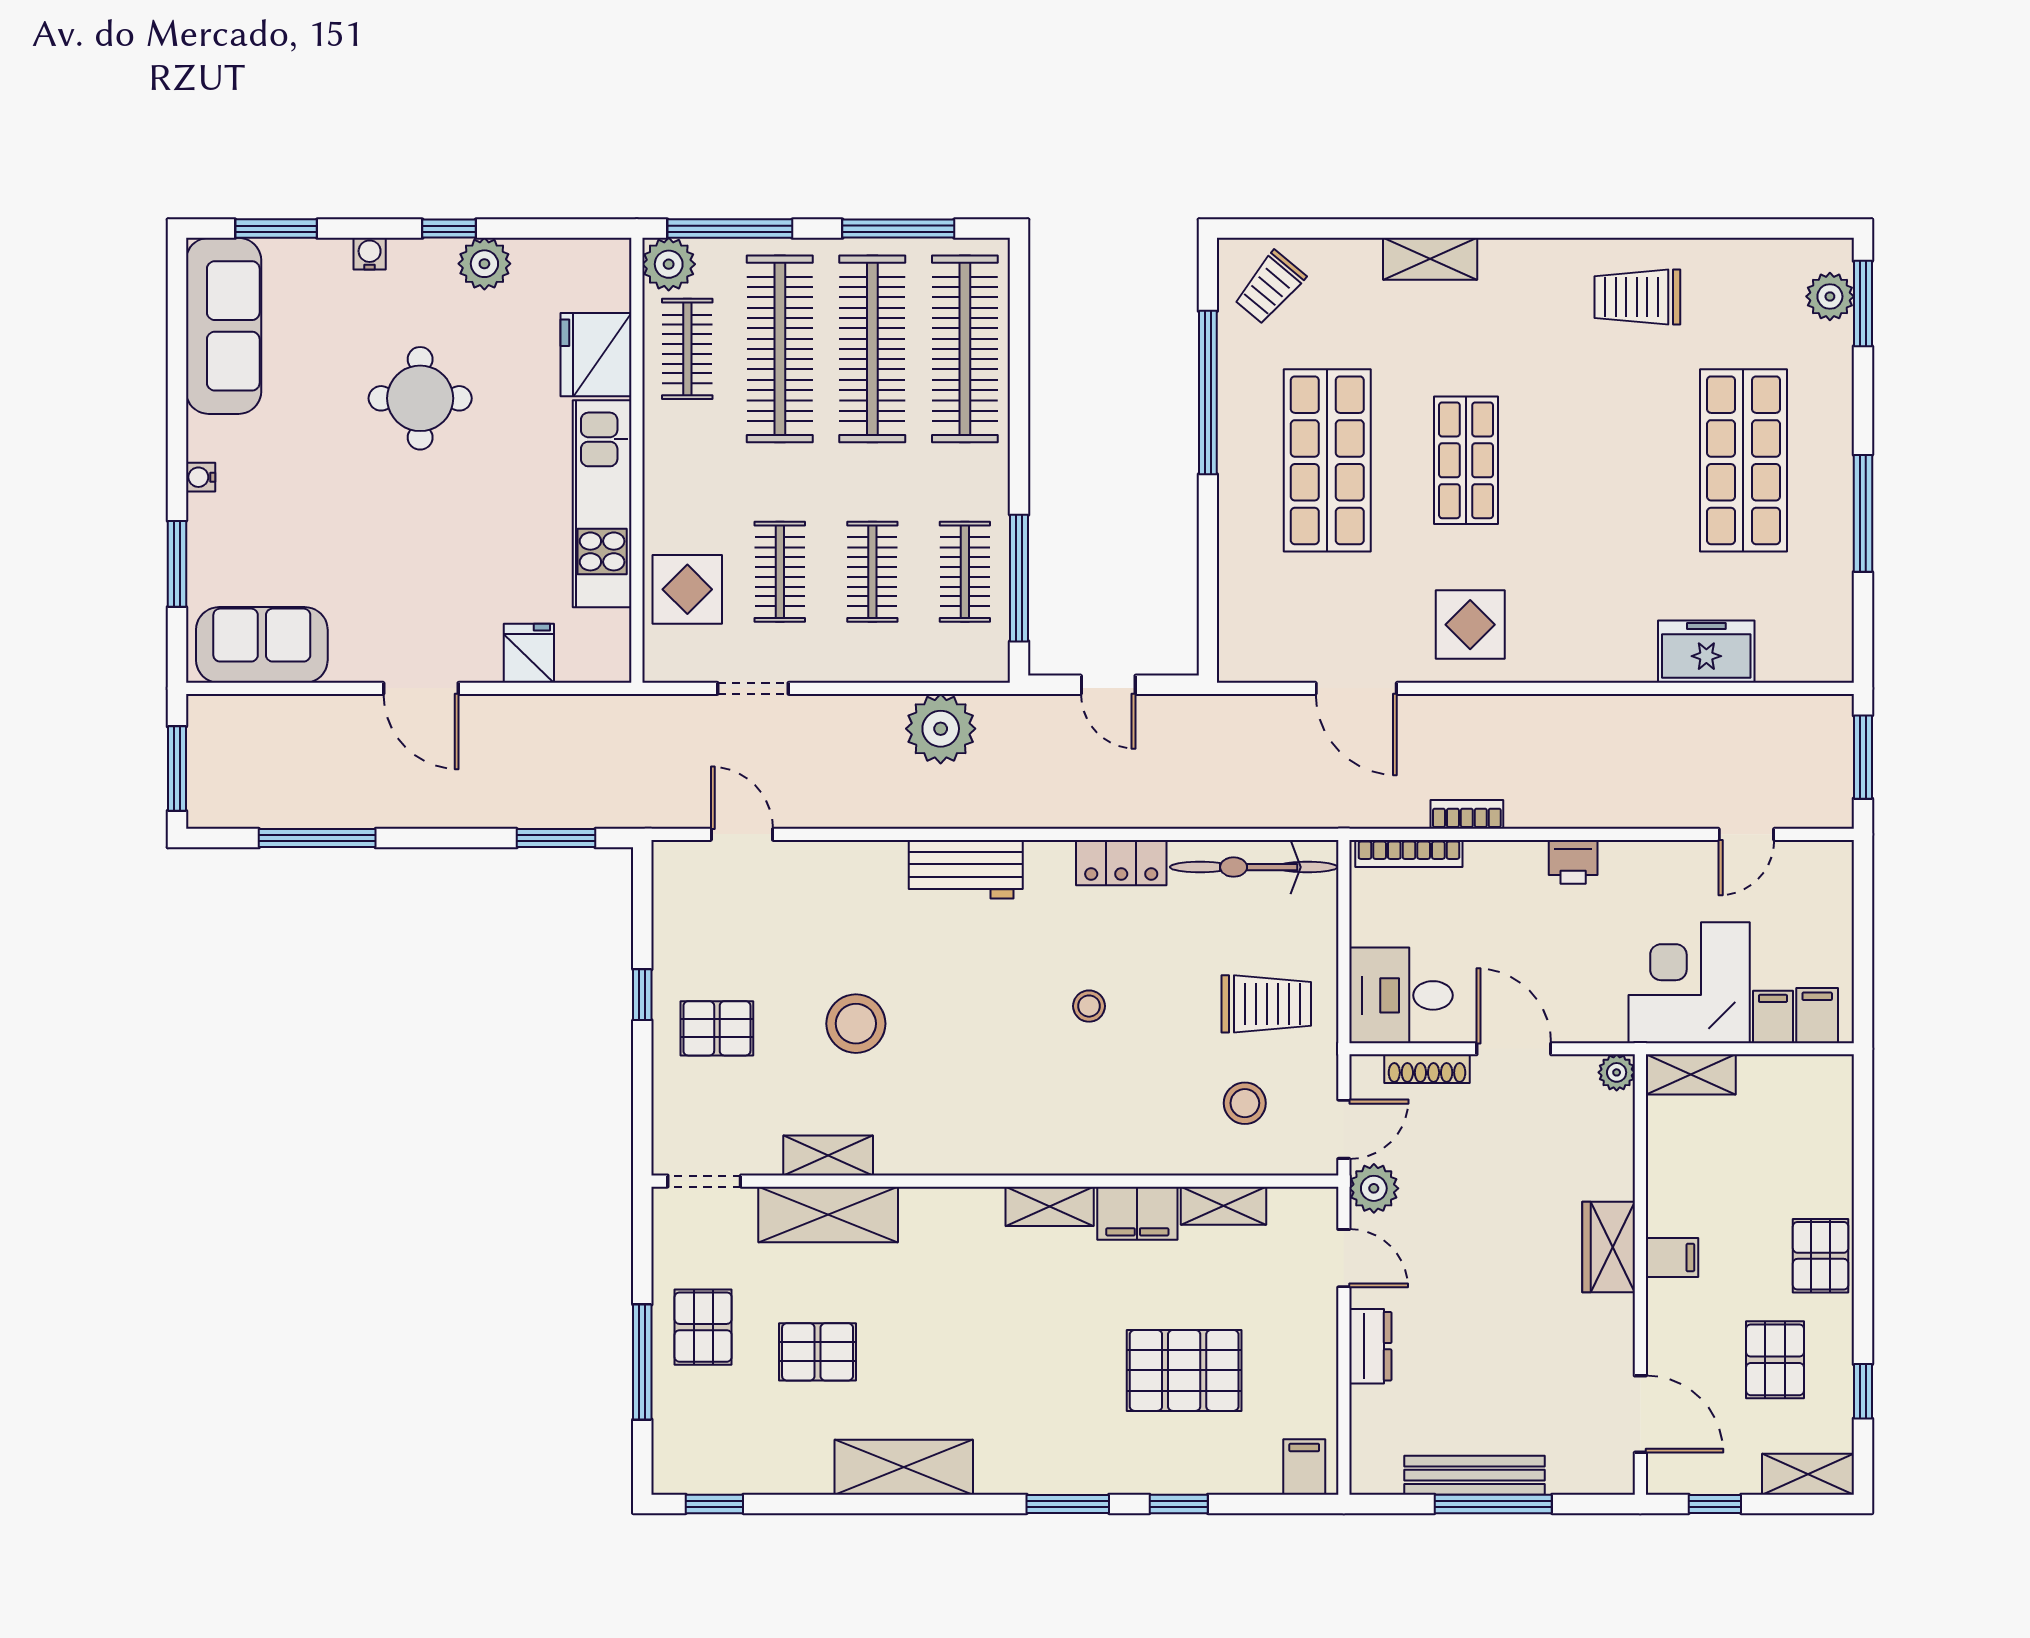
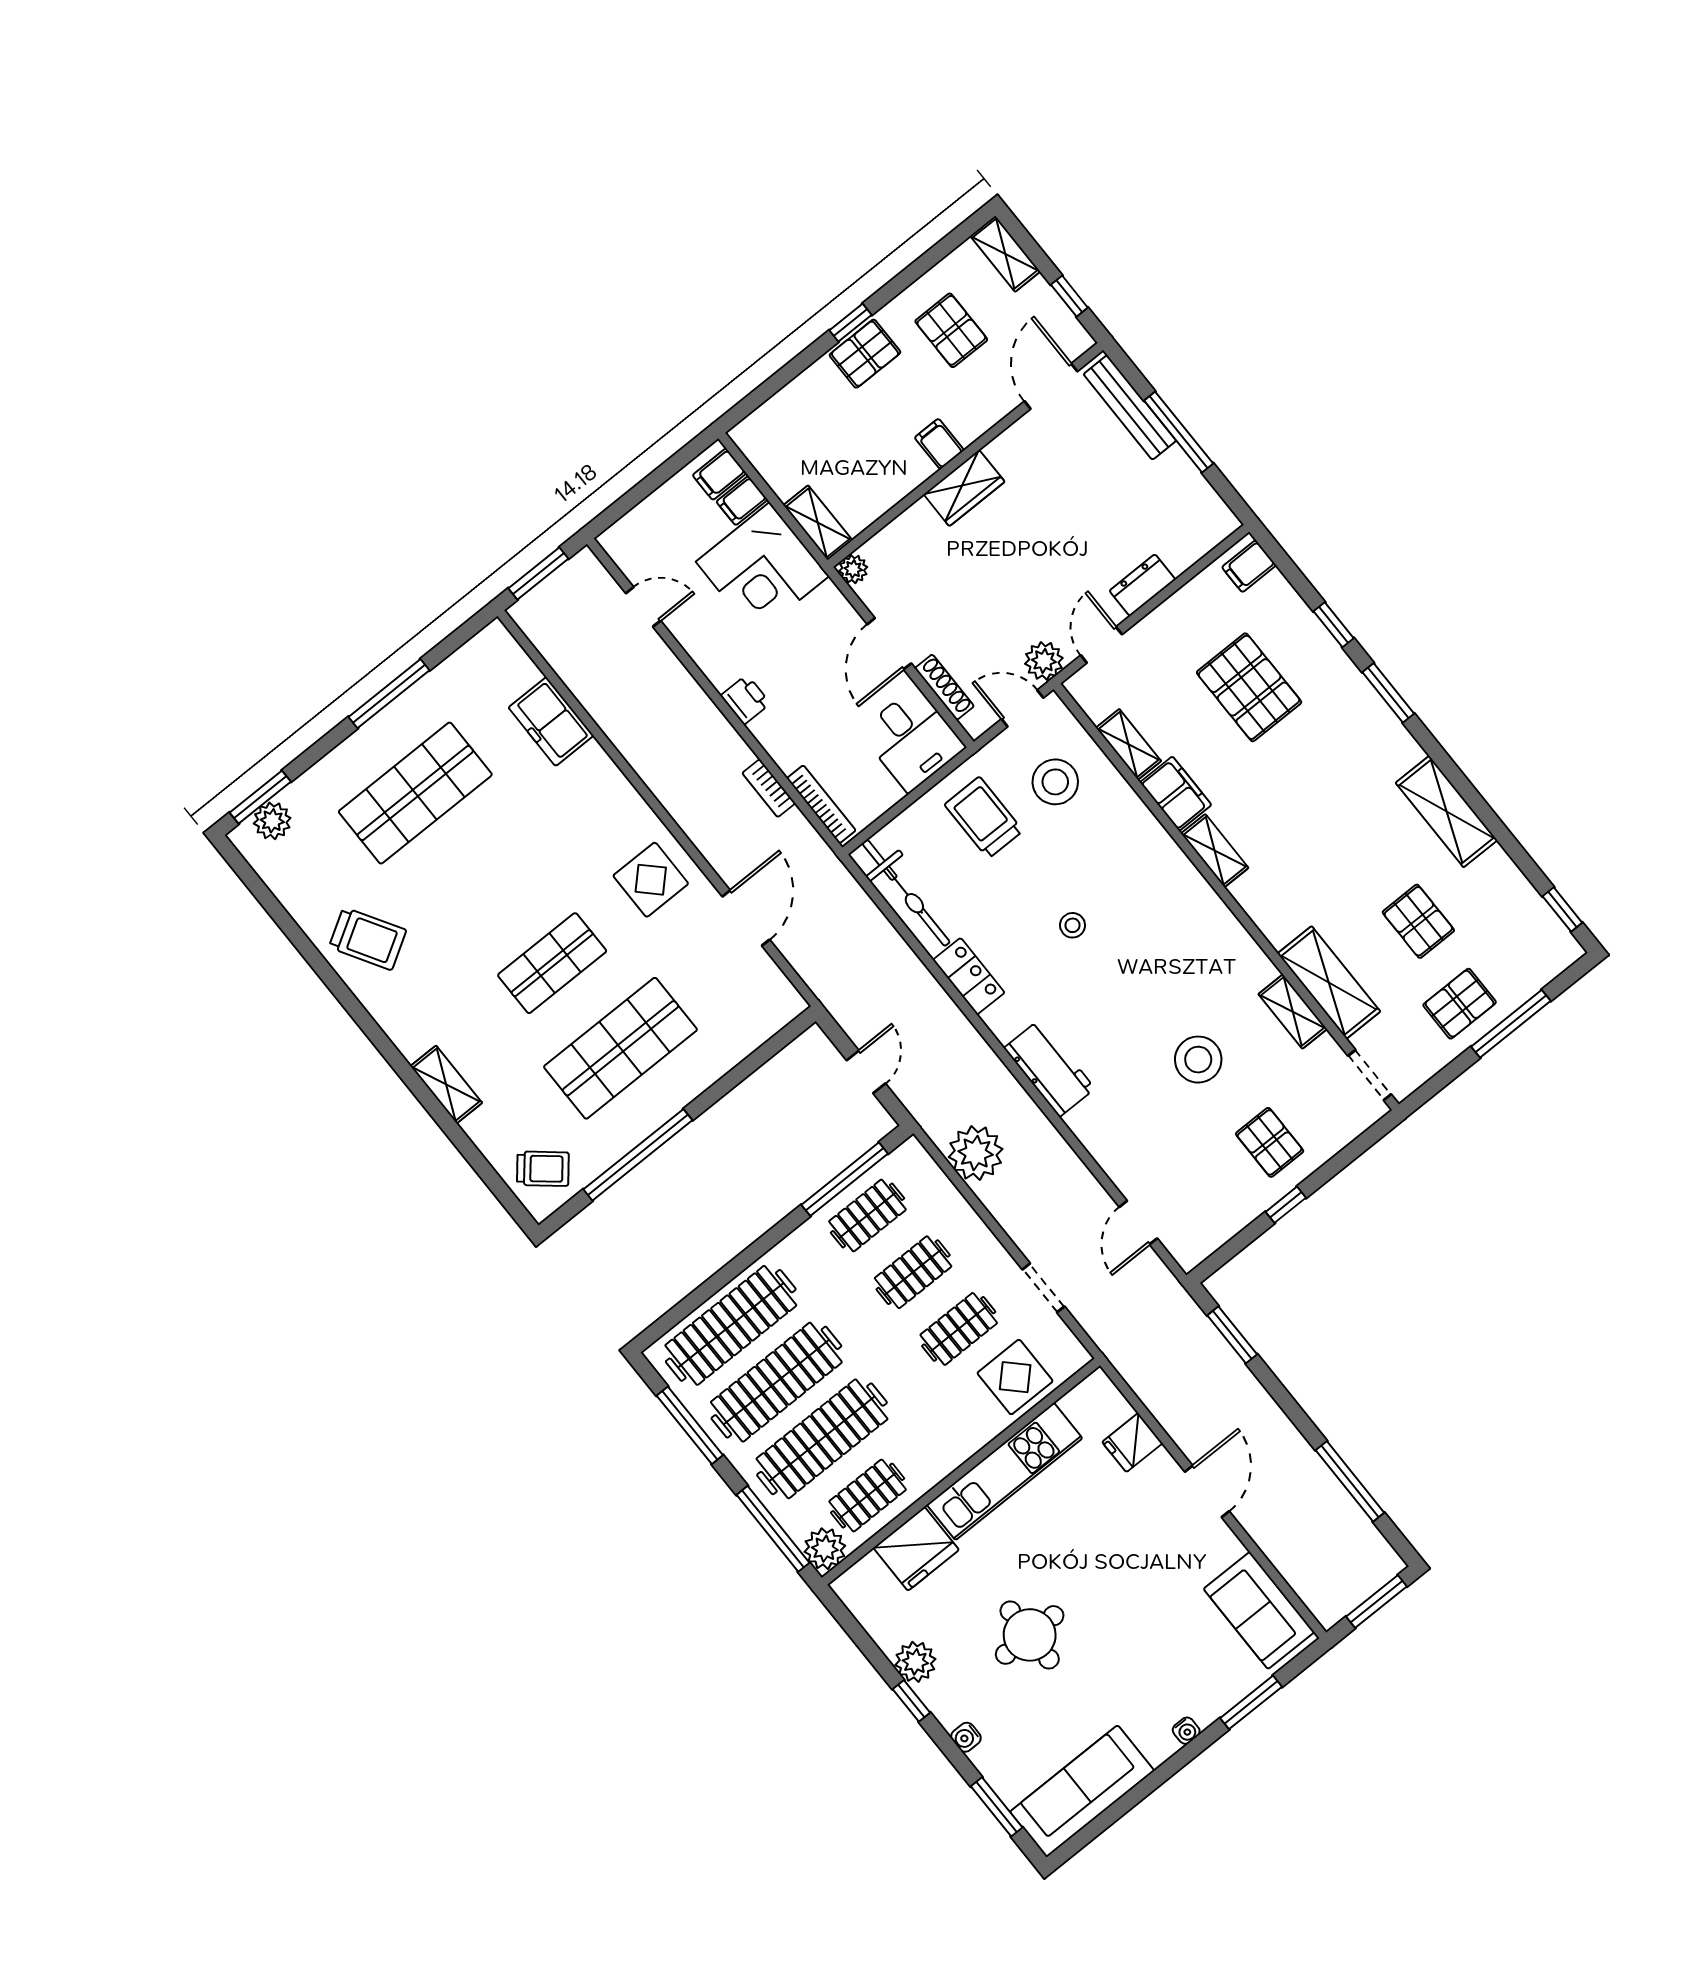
trolley: (1637, 297) -> (368, 939), turned -31
stool: (1245, 1103) -> (1055, 782), width x1.38, depth x1.38
pallet: (1775, 1360) -> (951, 330), turned 90
window: (1863, 1391) -> (851, 323), moved
bench: (1474, 1475) -> (1130, 408), moved

